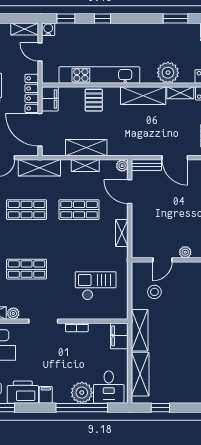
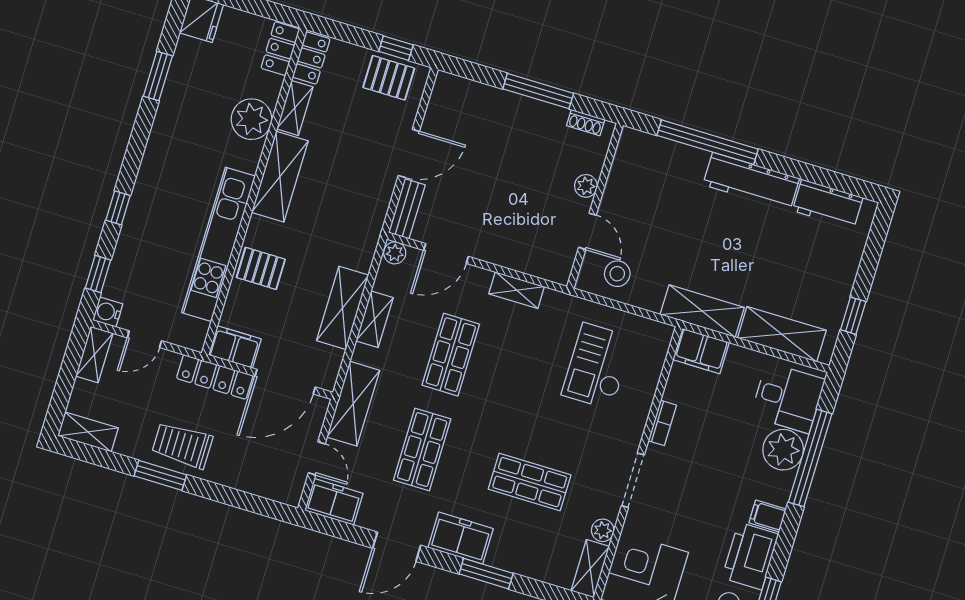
shop shelf: (27, 269) -> (530, 482), turned 90
stool: (154, 292) -> (617, 274), moved

